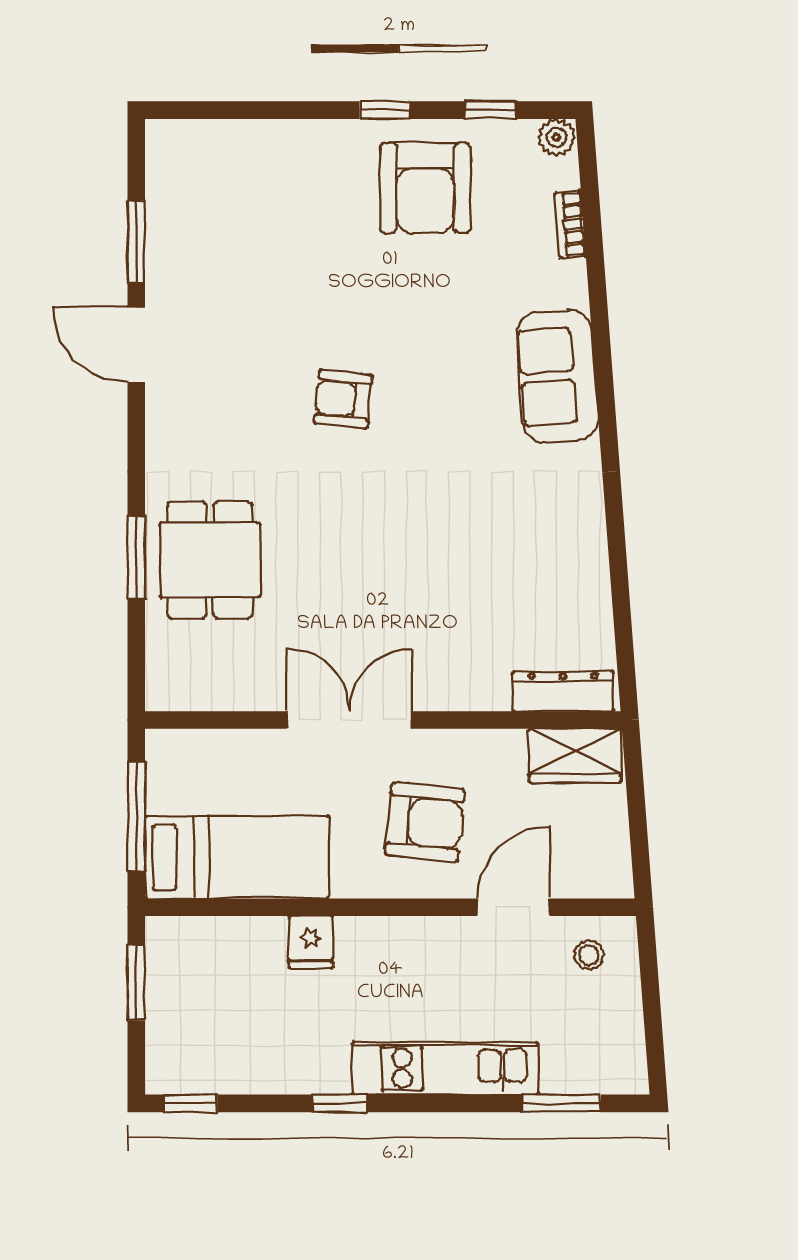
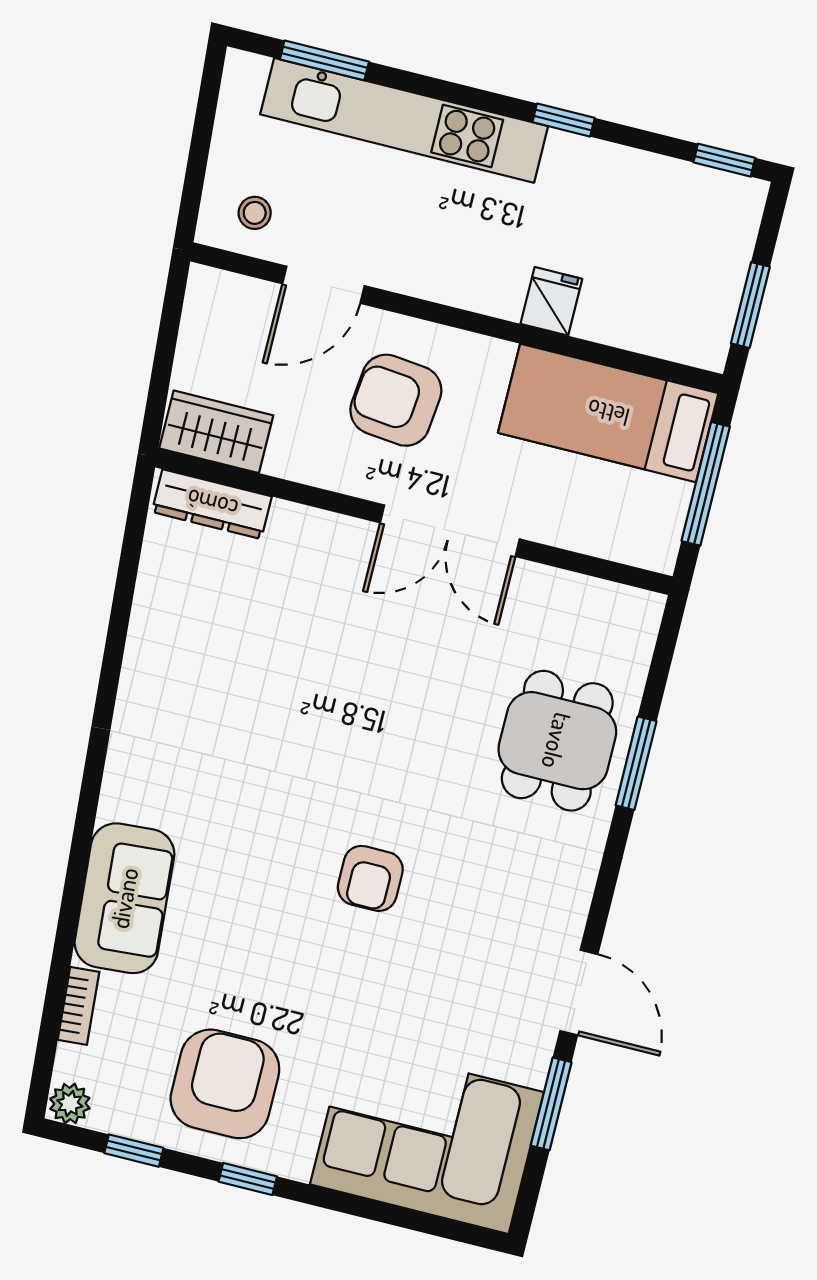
corner sofa: (237, 185) -> (427, 1138), added
sofa: (557, 376) -> (124, 898), moved
armchair: (343, 399) -> (370, 878), turned 84
kitchen unit: (445, 1068) -> (404, 120), width x1.36

